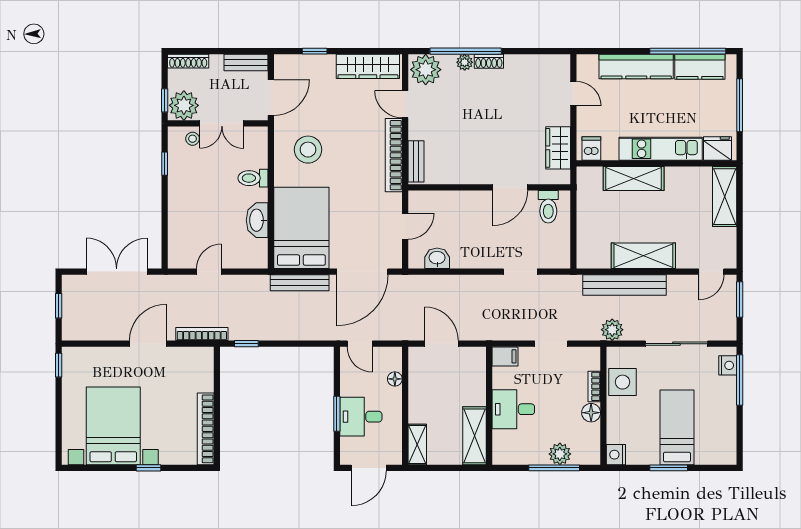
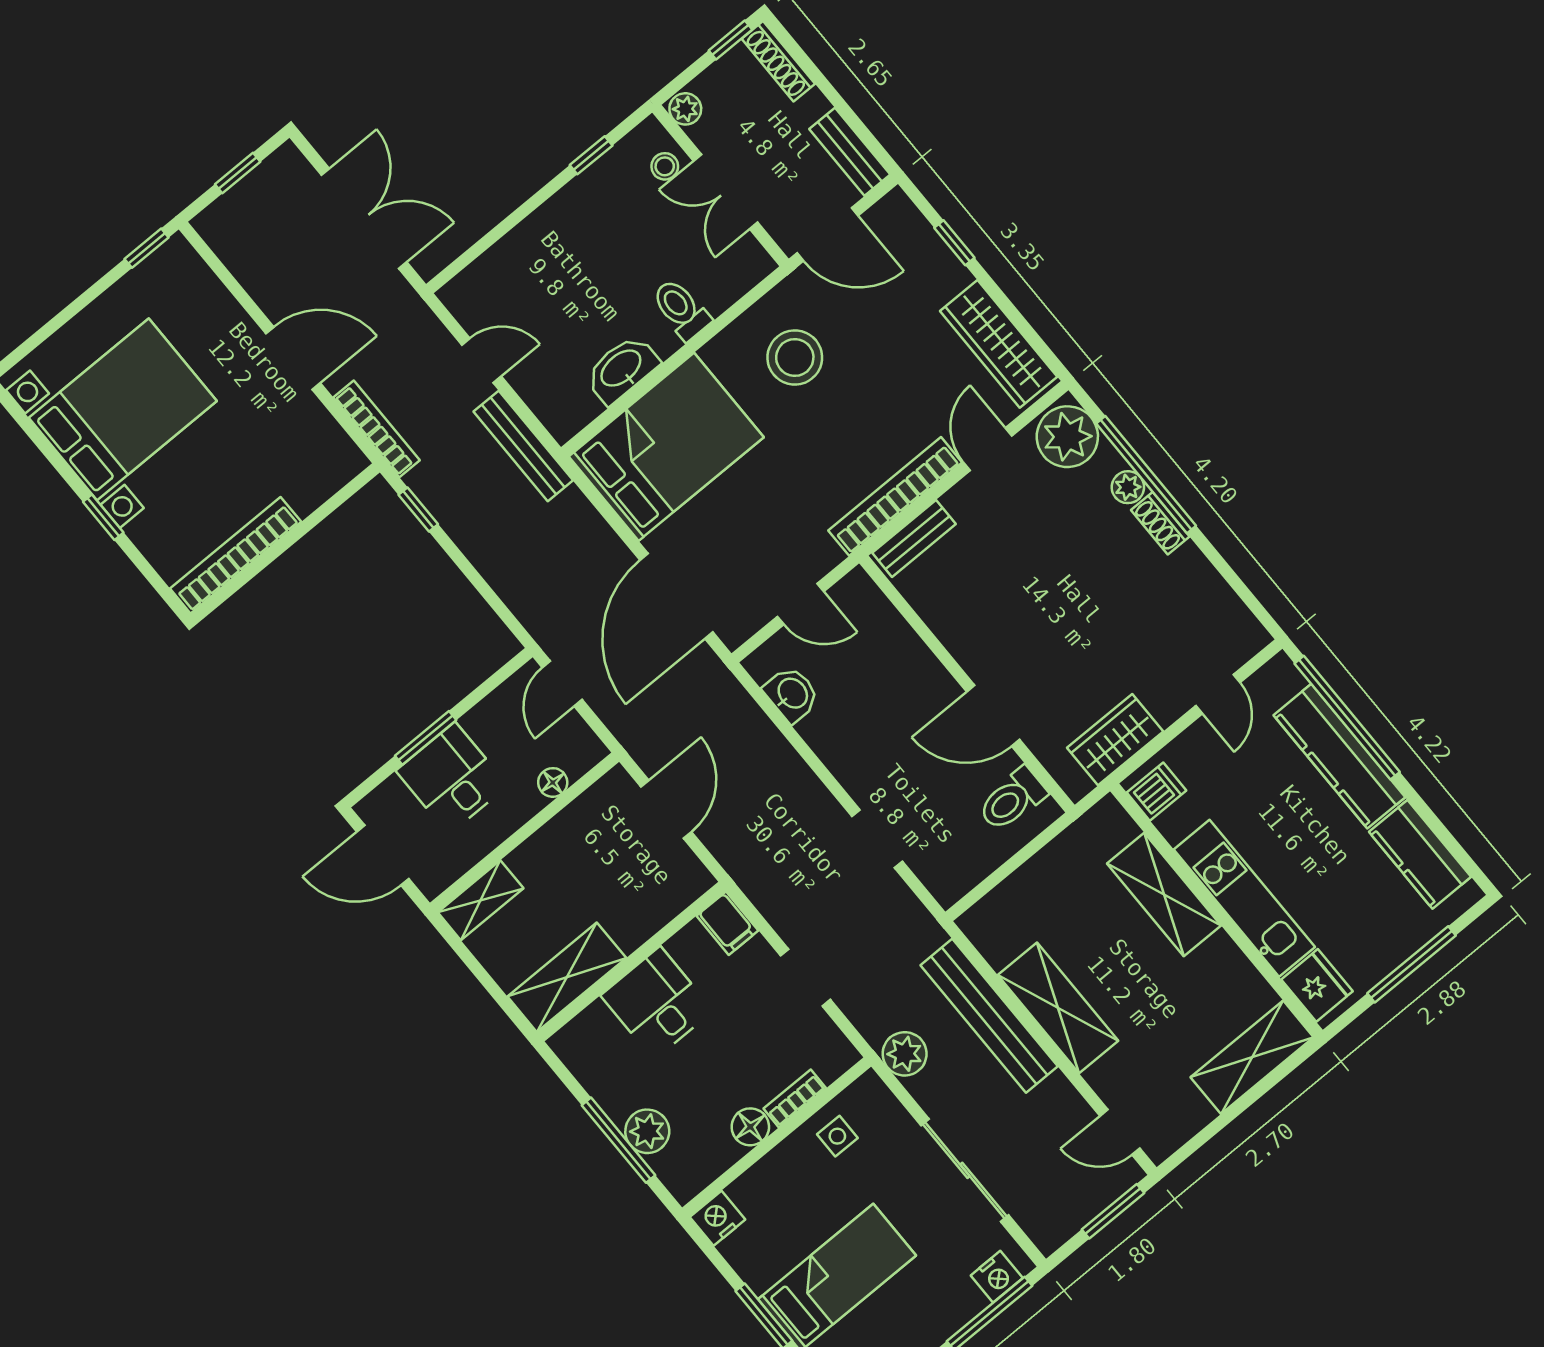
window: (688, 51) -> (1347, 718), moved
window: (165, 100) -> (730, 40), moved
plant: (184, 105) -> (685, 109), width x0.53, depth x0.53
door: (362, 272) -> (676, 596), hinge flipped
bench: (300, 283) -> (523, 446), moved
side table: (623, 382) -> (837, 1136), width x0.54, depth x0.54

